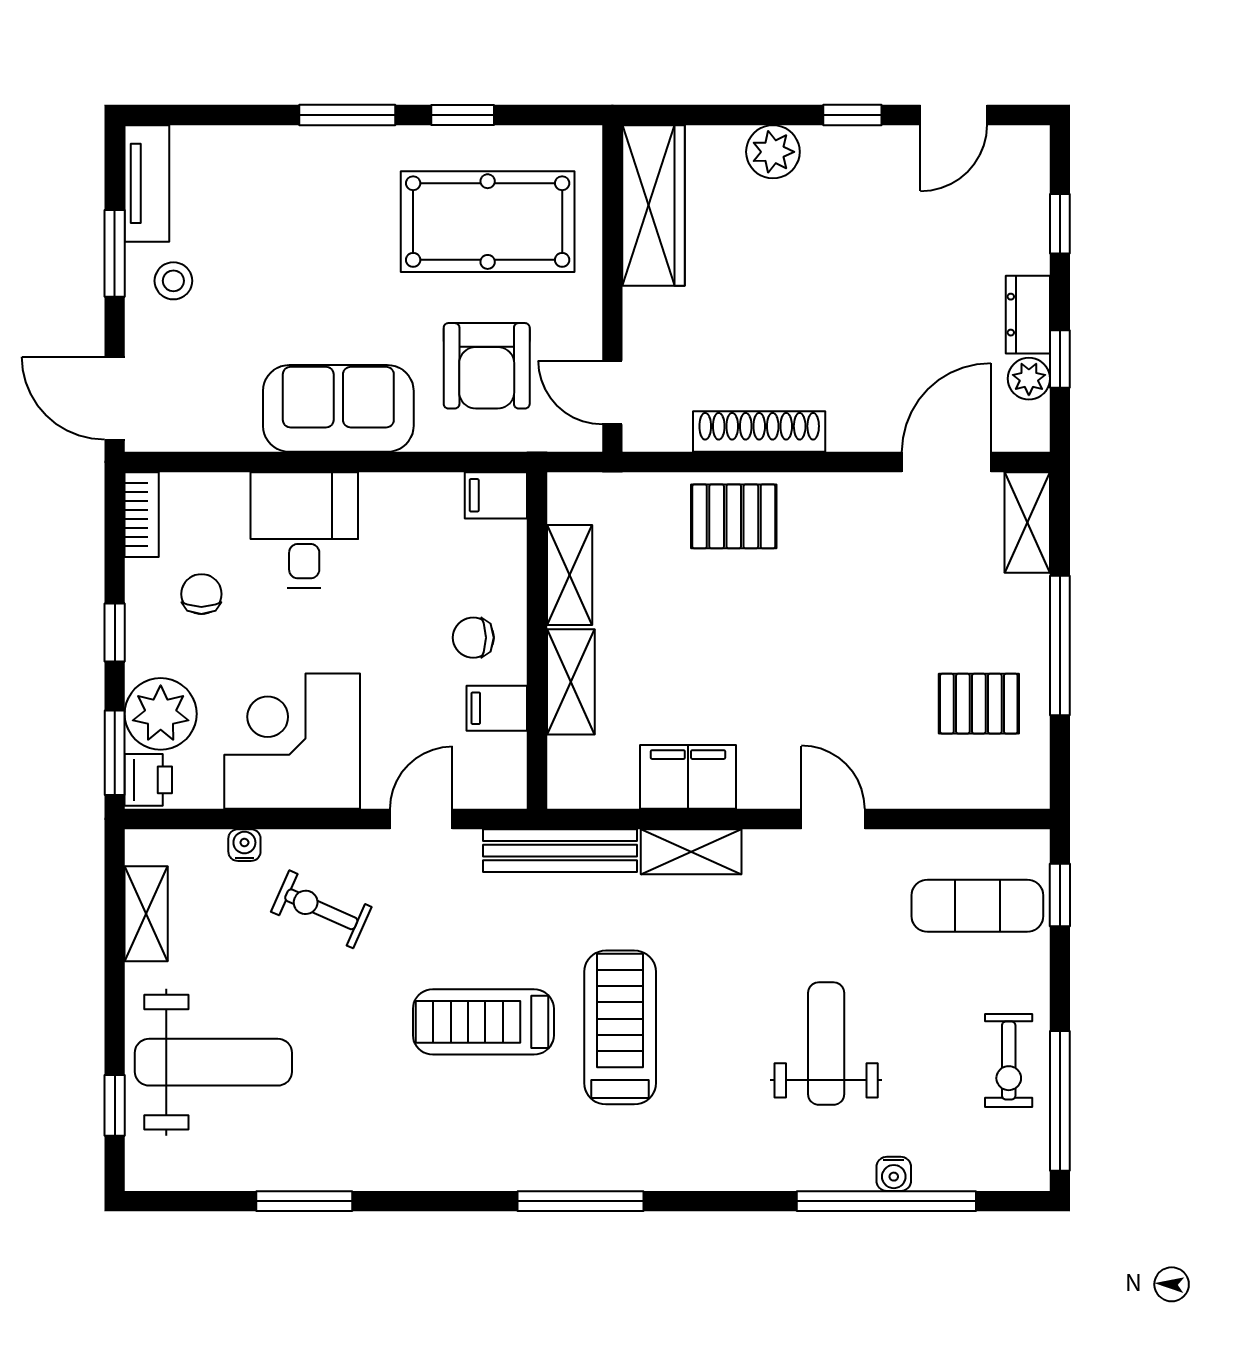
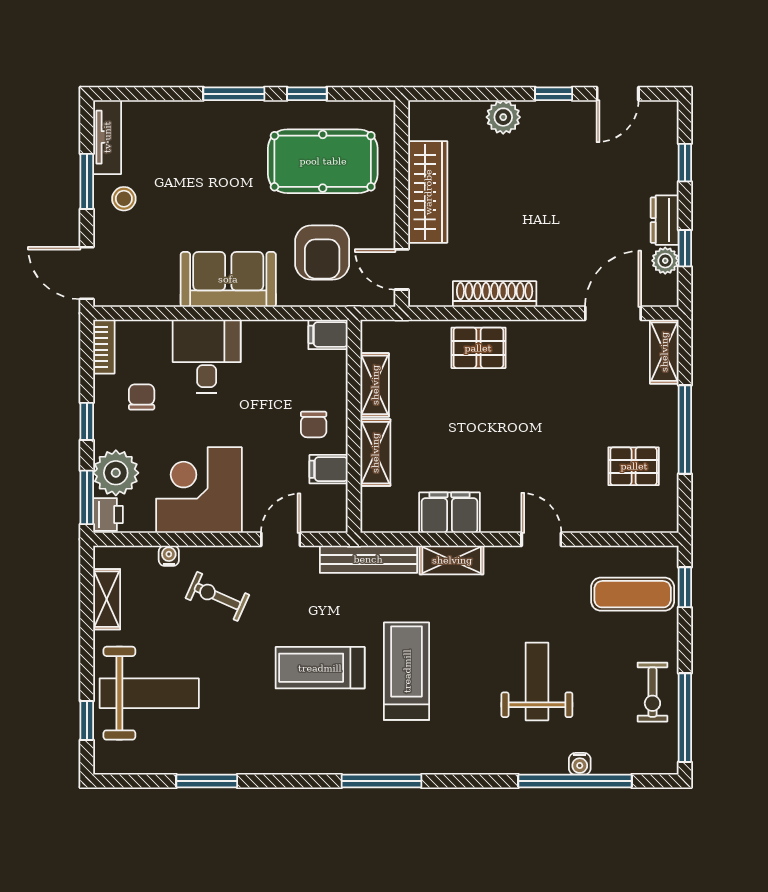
wardrobe: (654, 205) -> (428, 192), moved
chair: (473, 638) -> (314, 424), turned -90

